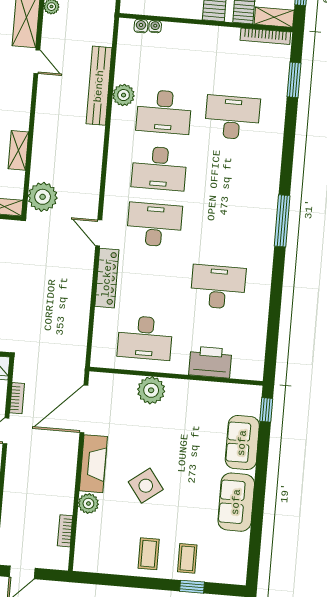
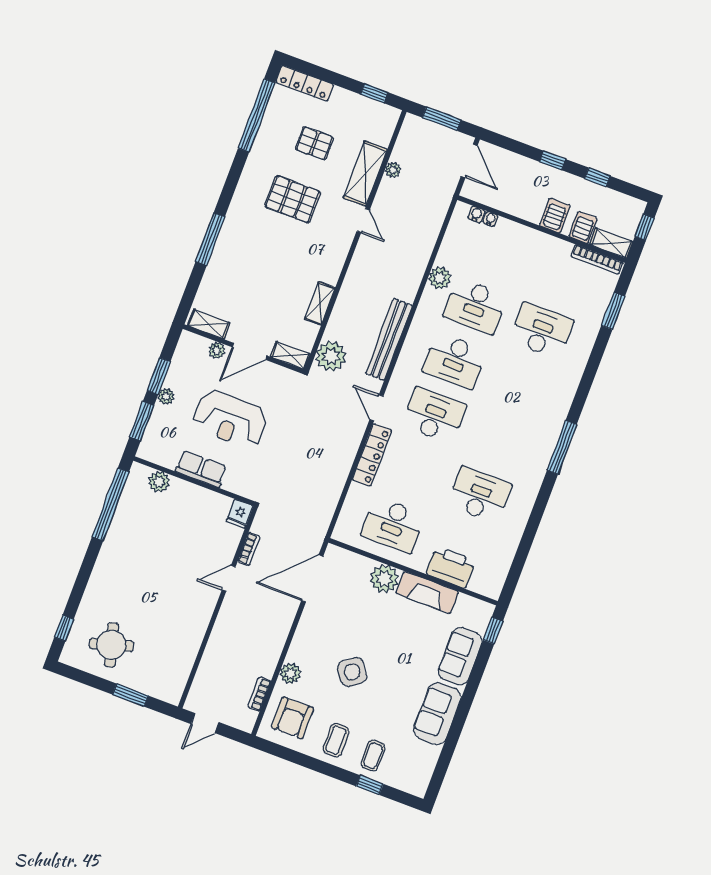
bench: (99, 86) -> (389, 339), moved
fireplace: (93, 464) -> (427, 592), moved, turned 90
armchair: (102, 544) -> (292, 718), added

